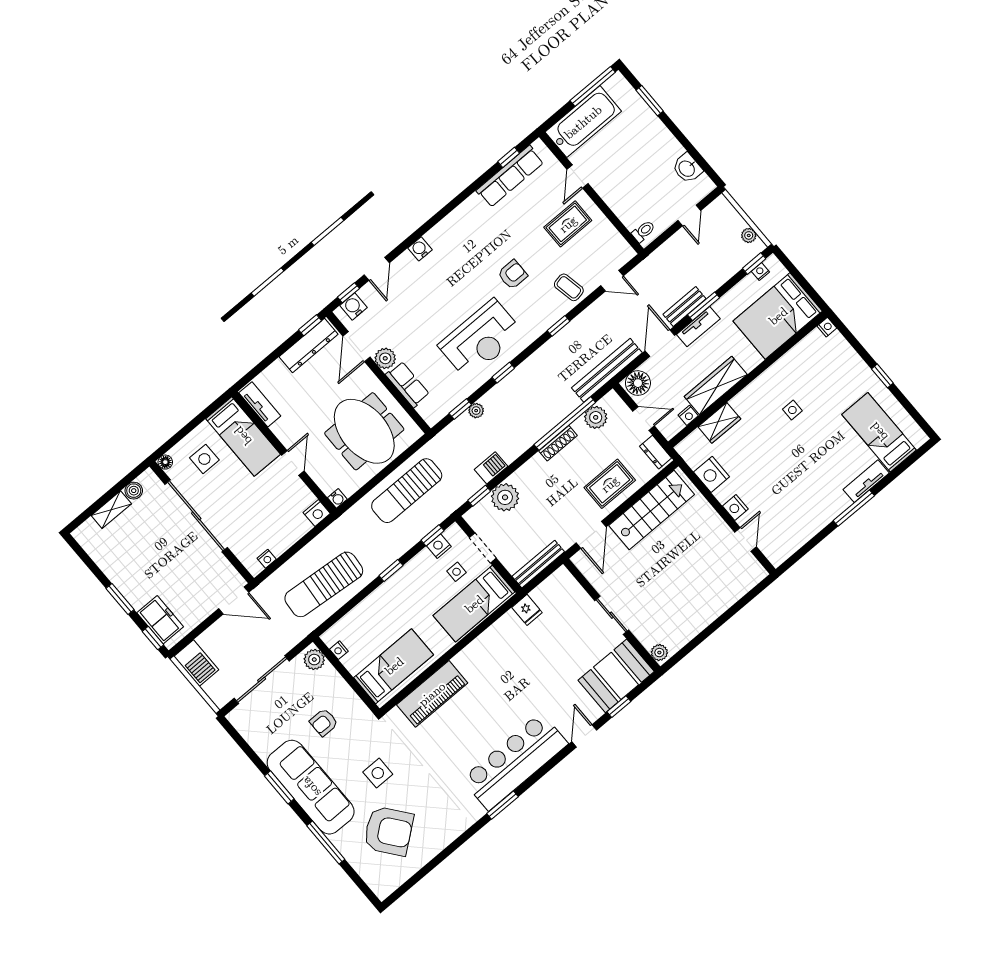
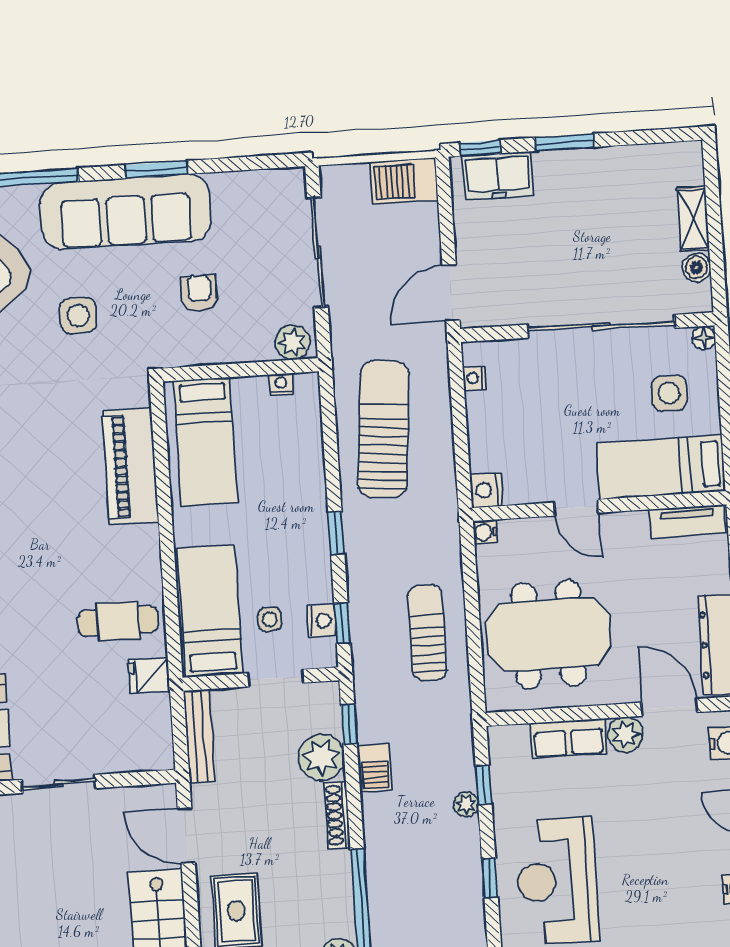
shoe rack: (558, 443) -> (337, 815), moved
sun lounger: (407, 491) -> (427, 633), width x0.73, depth x0.75
cafe table: (512, 645) -> (118, 621), added

